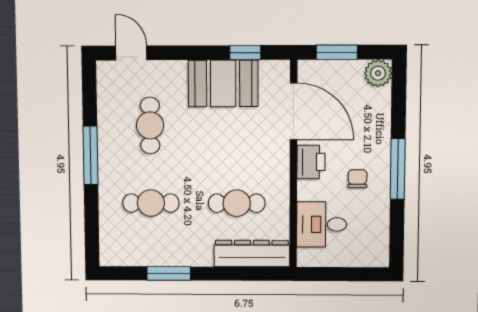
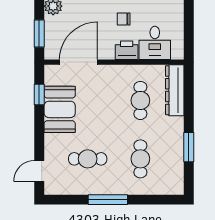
printer: (311, 162) -> (127, 50), moved

